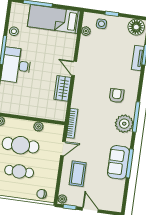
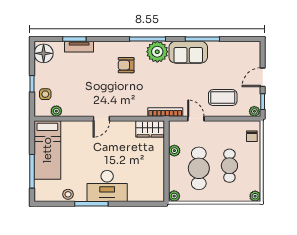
wardrobe: (62, 88) -> (150, 129), moved
sofa: (118, 162) -> (188, 52), moved

